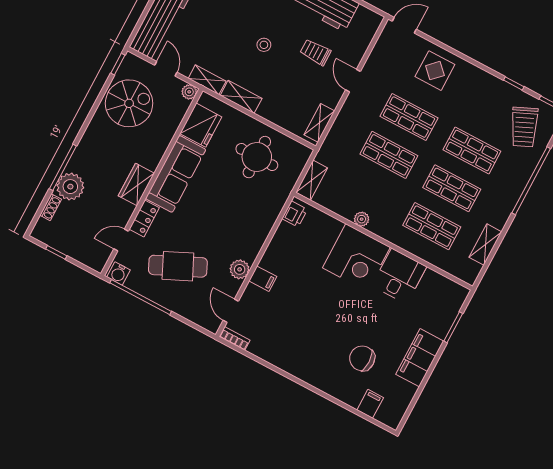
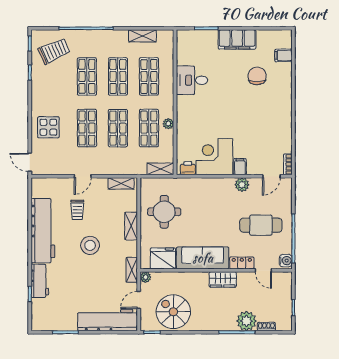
stool: (264, 45) -> (90, 245), width x1.89, depth x1.89
shelving: (241, 97) -> (131, 226), moved
shop shelf: (369, 193) -> (149, 128), added
corner desk: (356, 257) -> (214, 157), moved, turned -90
cafe table: (178, 266) -> (261, 225), turned -65
chair: (362, 358) -> (257, 76), turned 180

